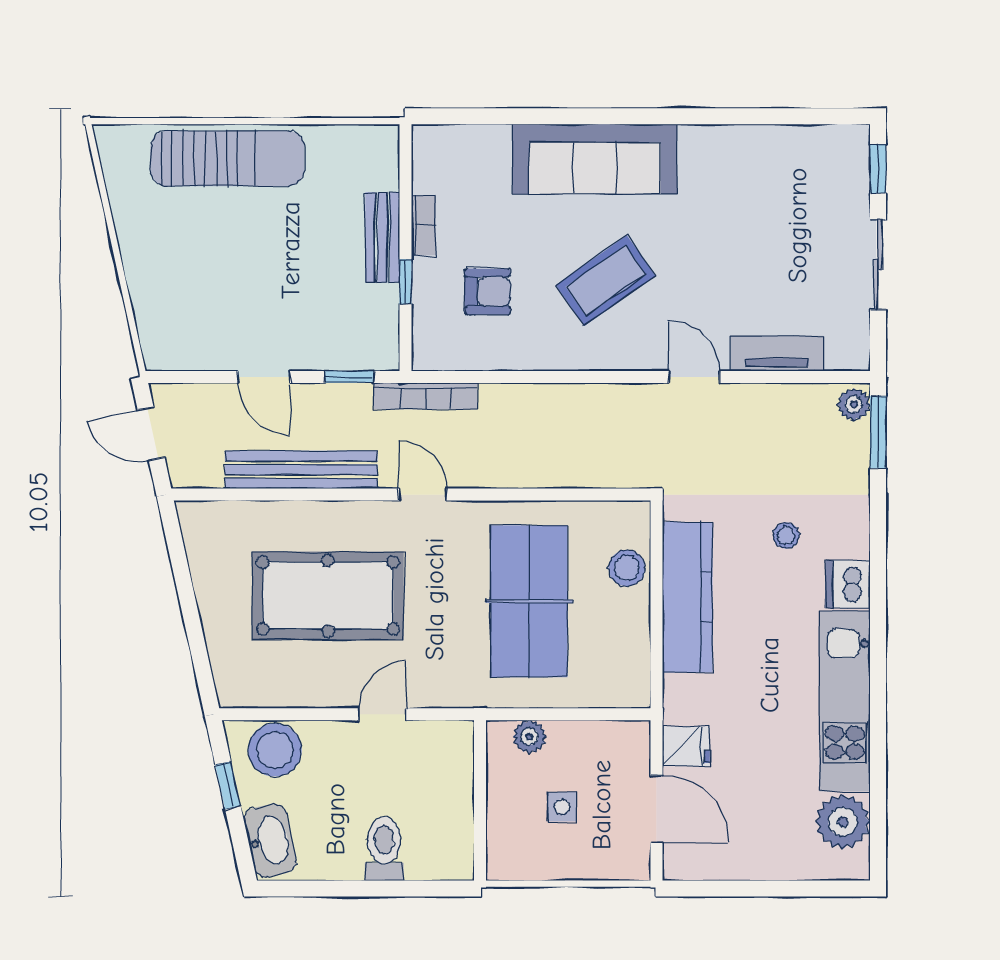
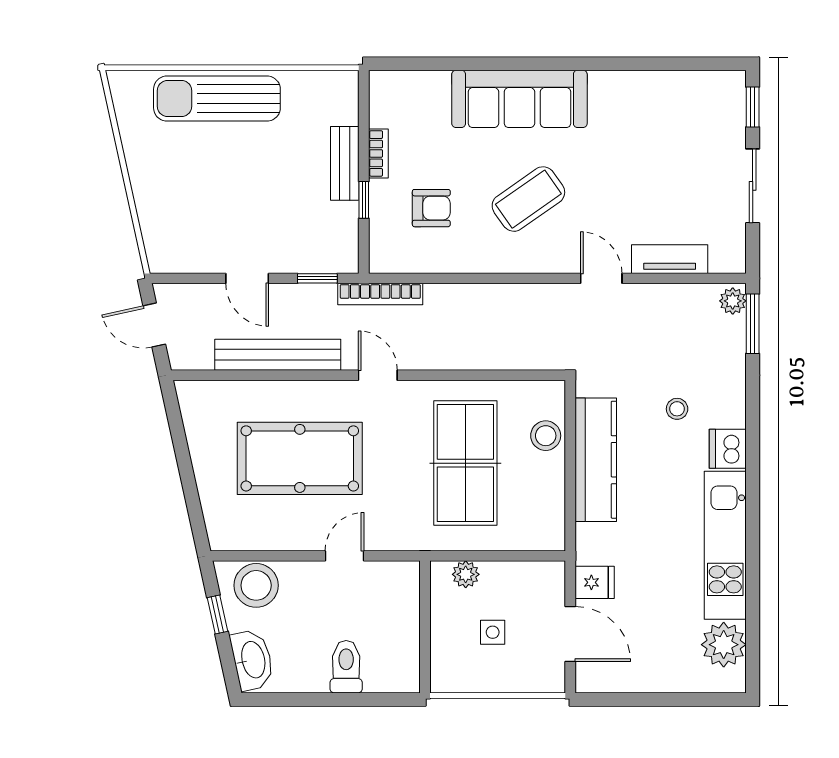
sun lounger: (227, 159) -> (217, 99), turned 180

